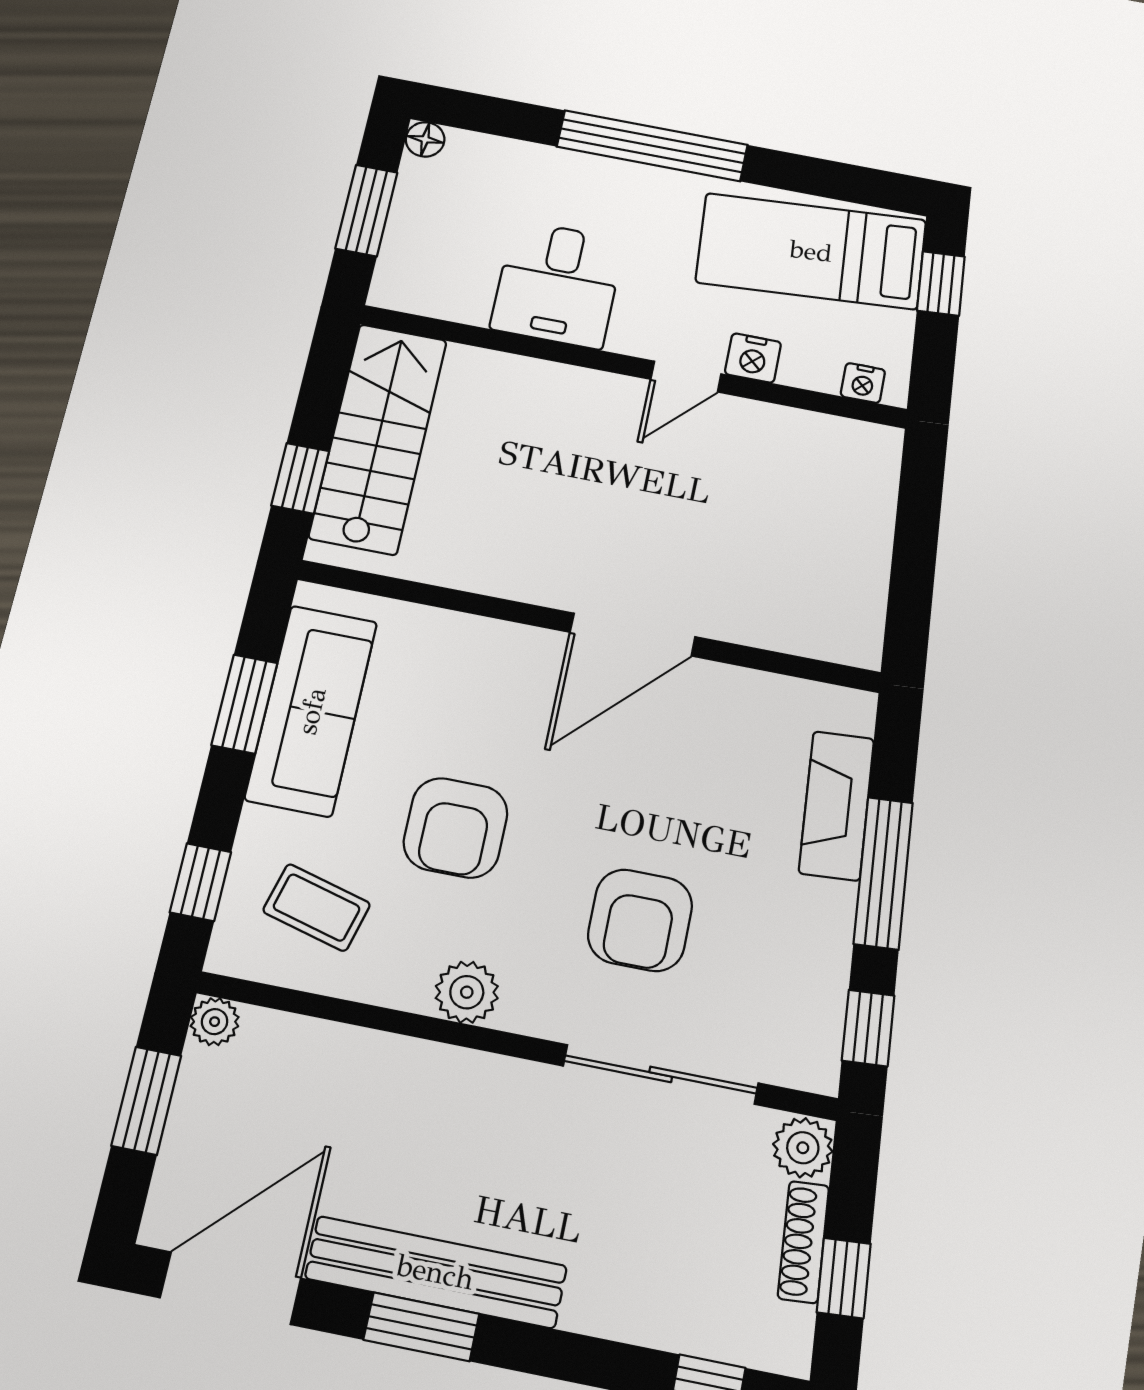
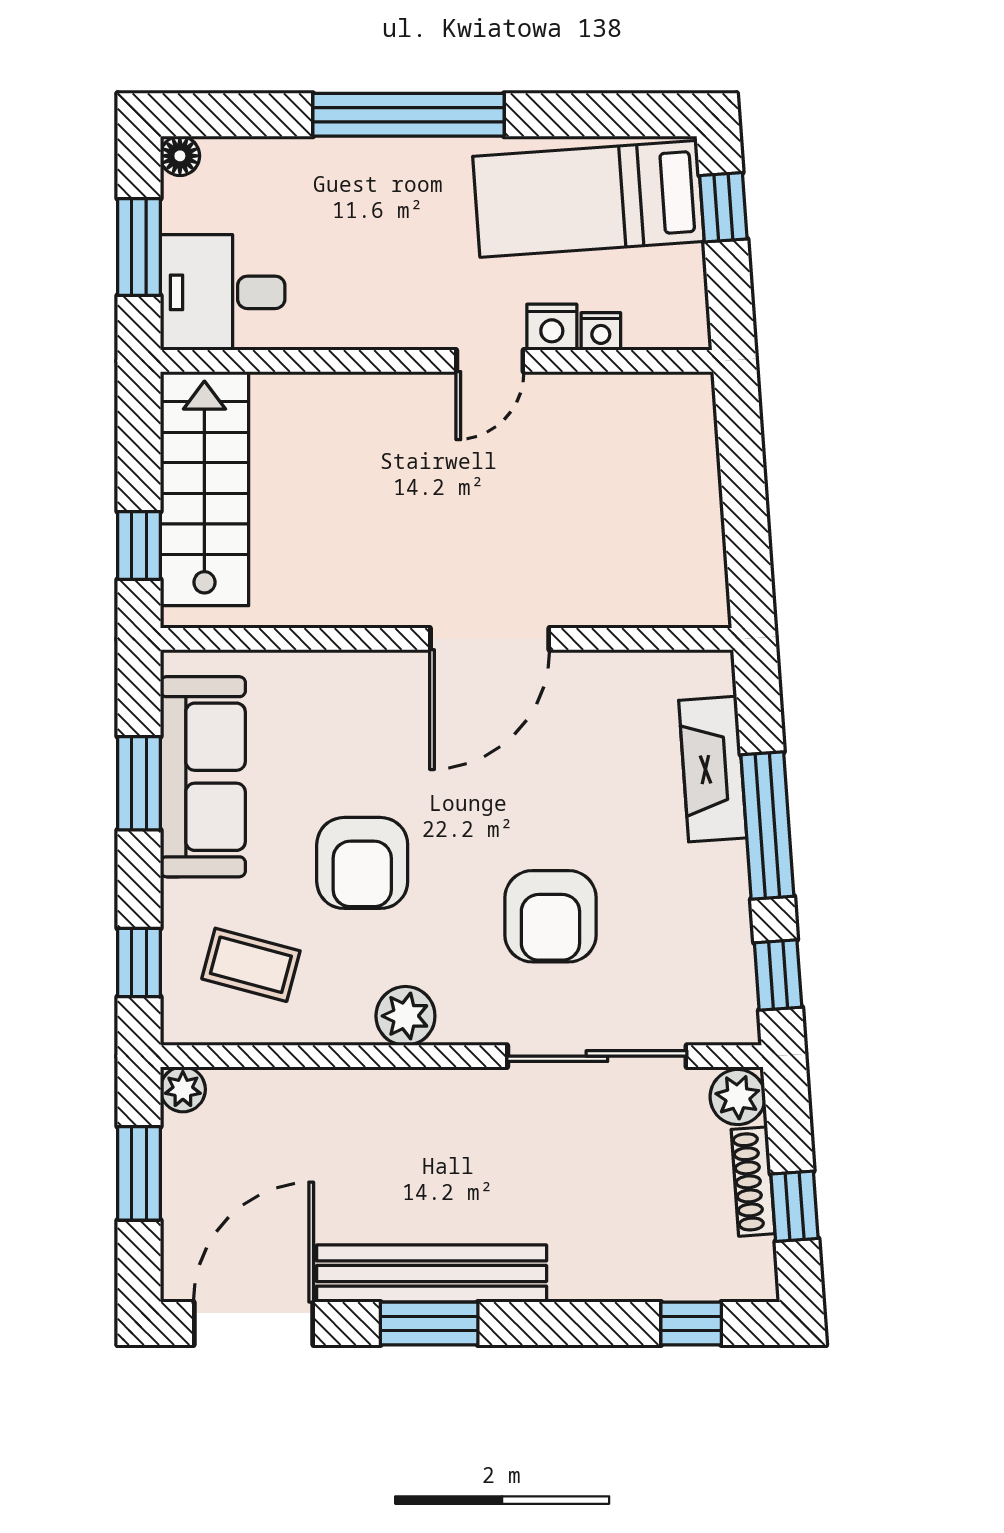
desk: (558, 284) -> (223, 292), moved, turned 90
nightstand: (863, 383) -> (601, 331), moved

